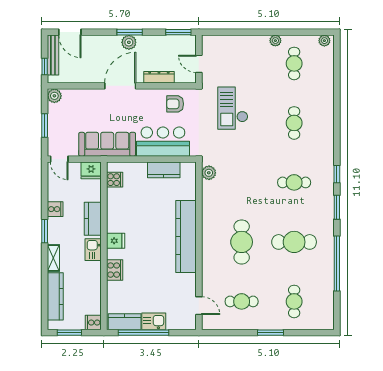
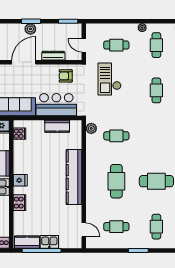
cafe table: (242, 63) -> (116, 45), added
cafe table: (294, 182) -> (116, 136), moved

